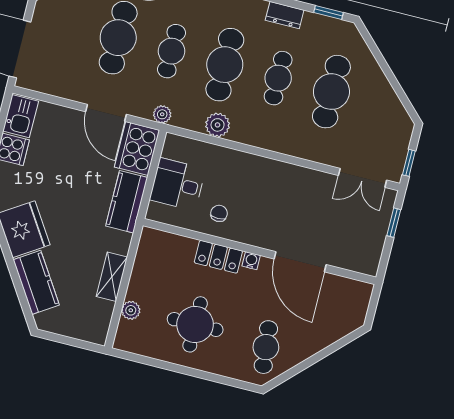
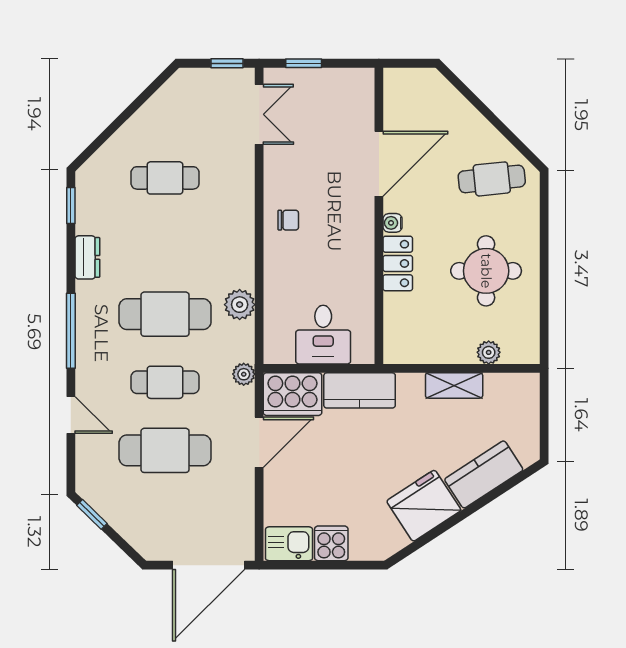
cafe table: (278, 78) -> (165, 246), removed
cafe table: (331, 92) -> (165, 178), width x0.73, depth x0.74
chair: (219, 213) -> (288, 220), moved, turned 180

